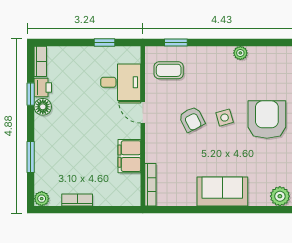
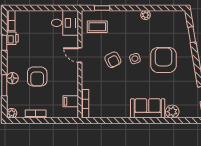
window: (105, 42) -> (54, 8), removed
desk: (121, 82) -> (65, 23), moved
floor lamp: (43, 107) -> (12, 78), moved
armchair: (80, 144) -> (37, 77), added
filing cabinet: (129, 156) -> (71, 101), moved, width x0.50
sofa: (222, 191) -> (148, 108), moved

